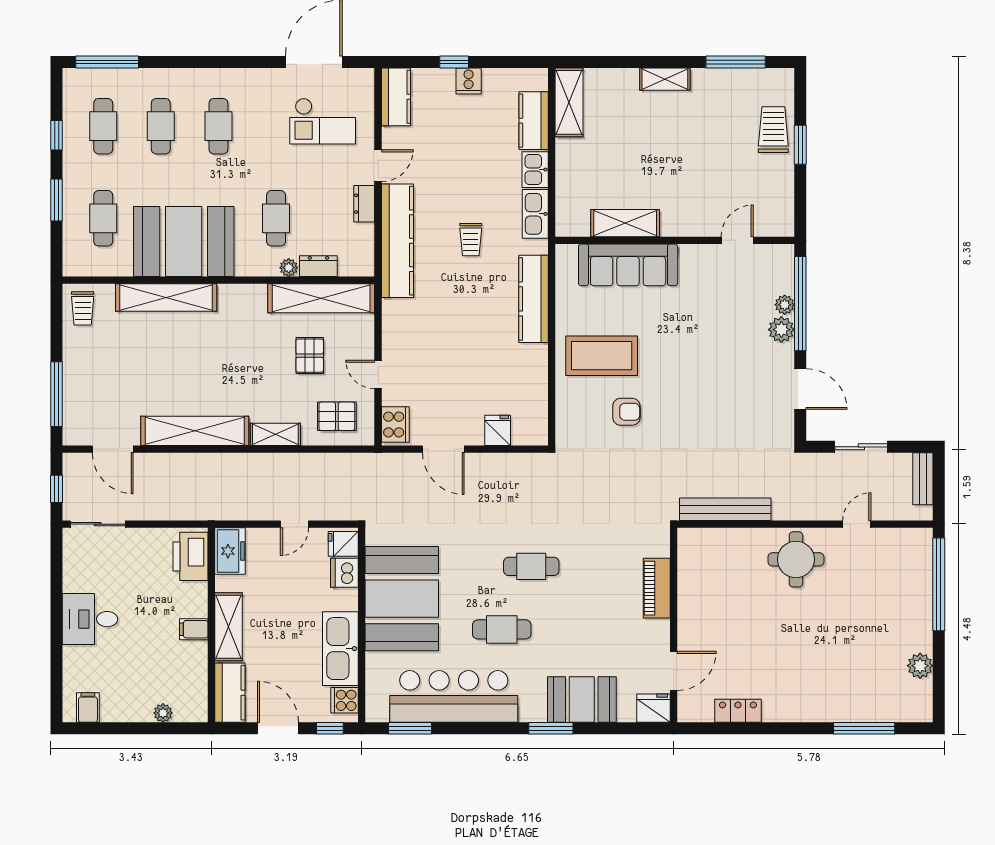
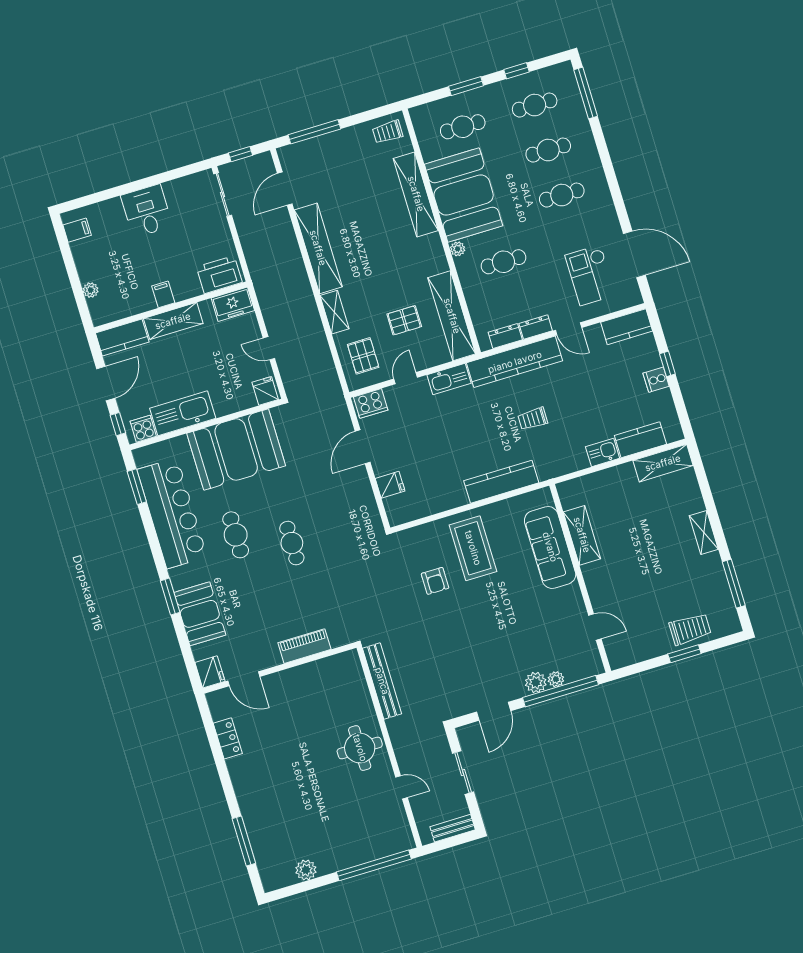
kitchen sink: (535, 214) -> (449, 379), moved, turned 180
dresser: (318, 266) -> (505, 336), moved, turned -90
plant: (289, 268) -> (458, 249), moved
dishwasher: (344, 573) -> (243, 399), removed

